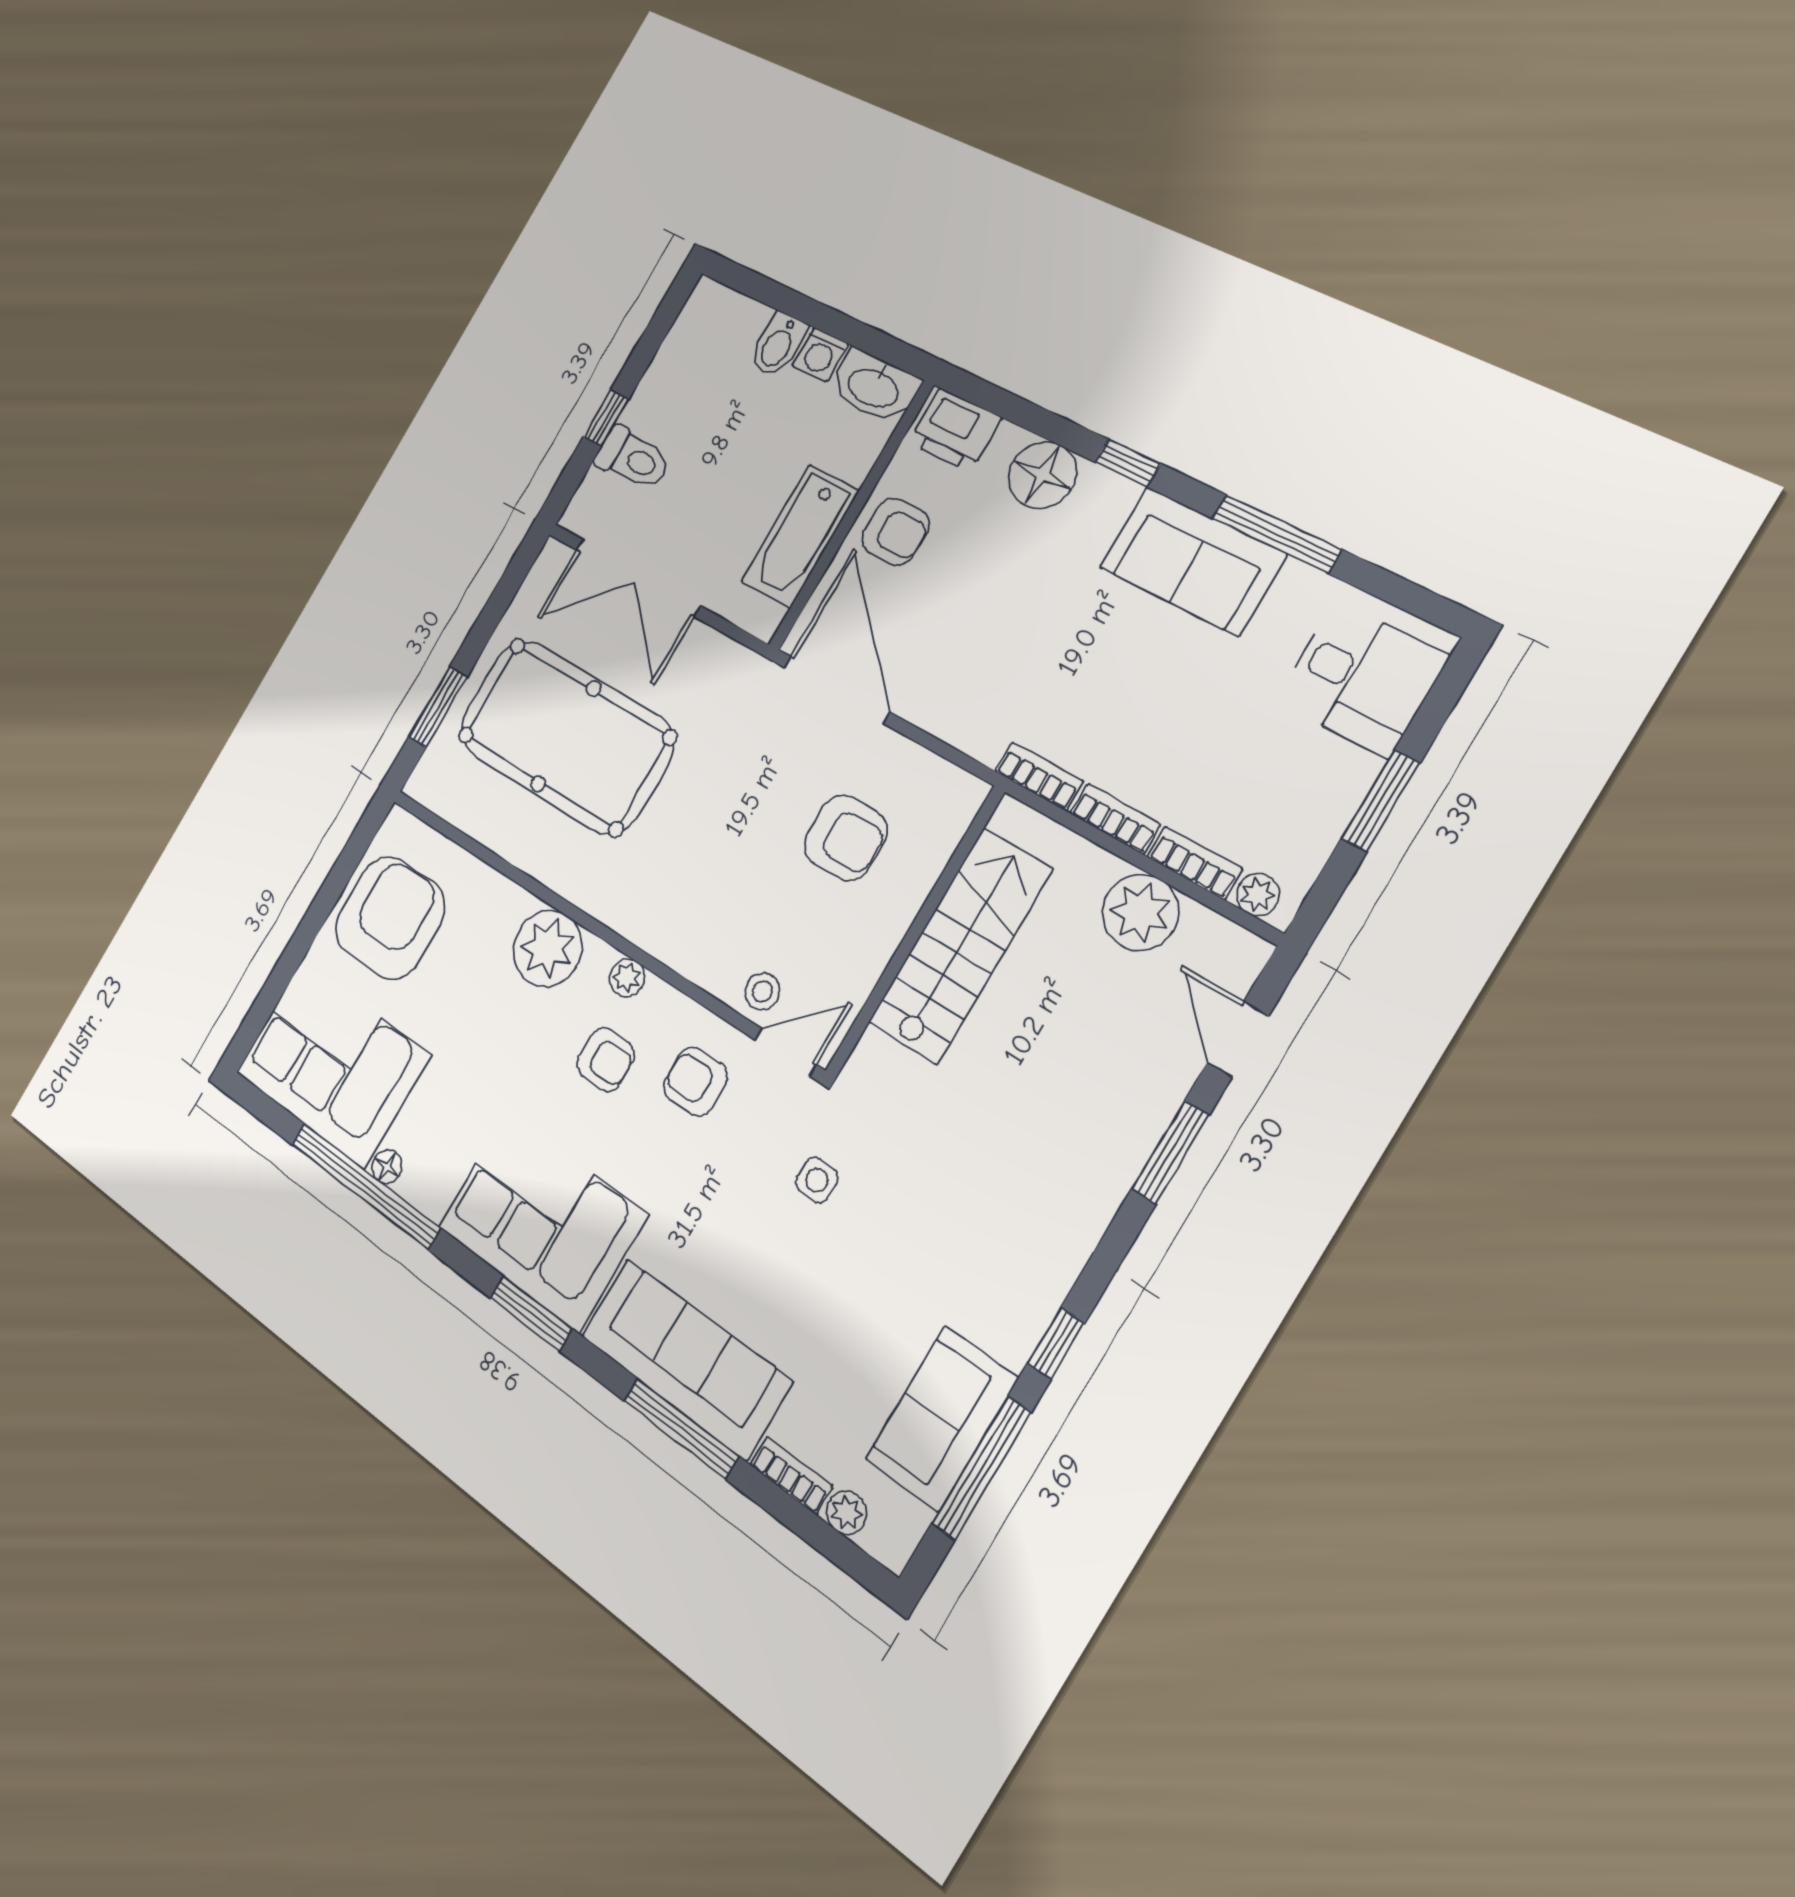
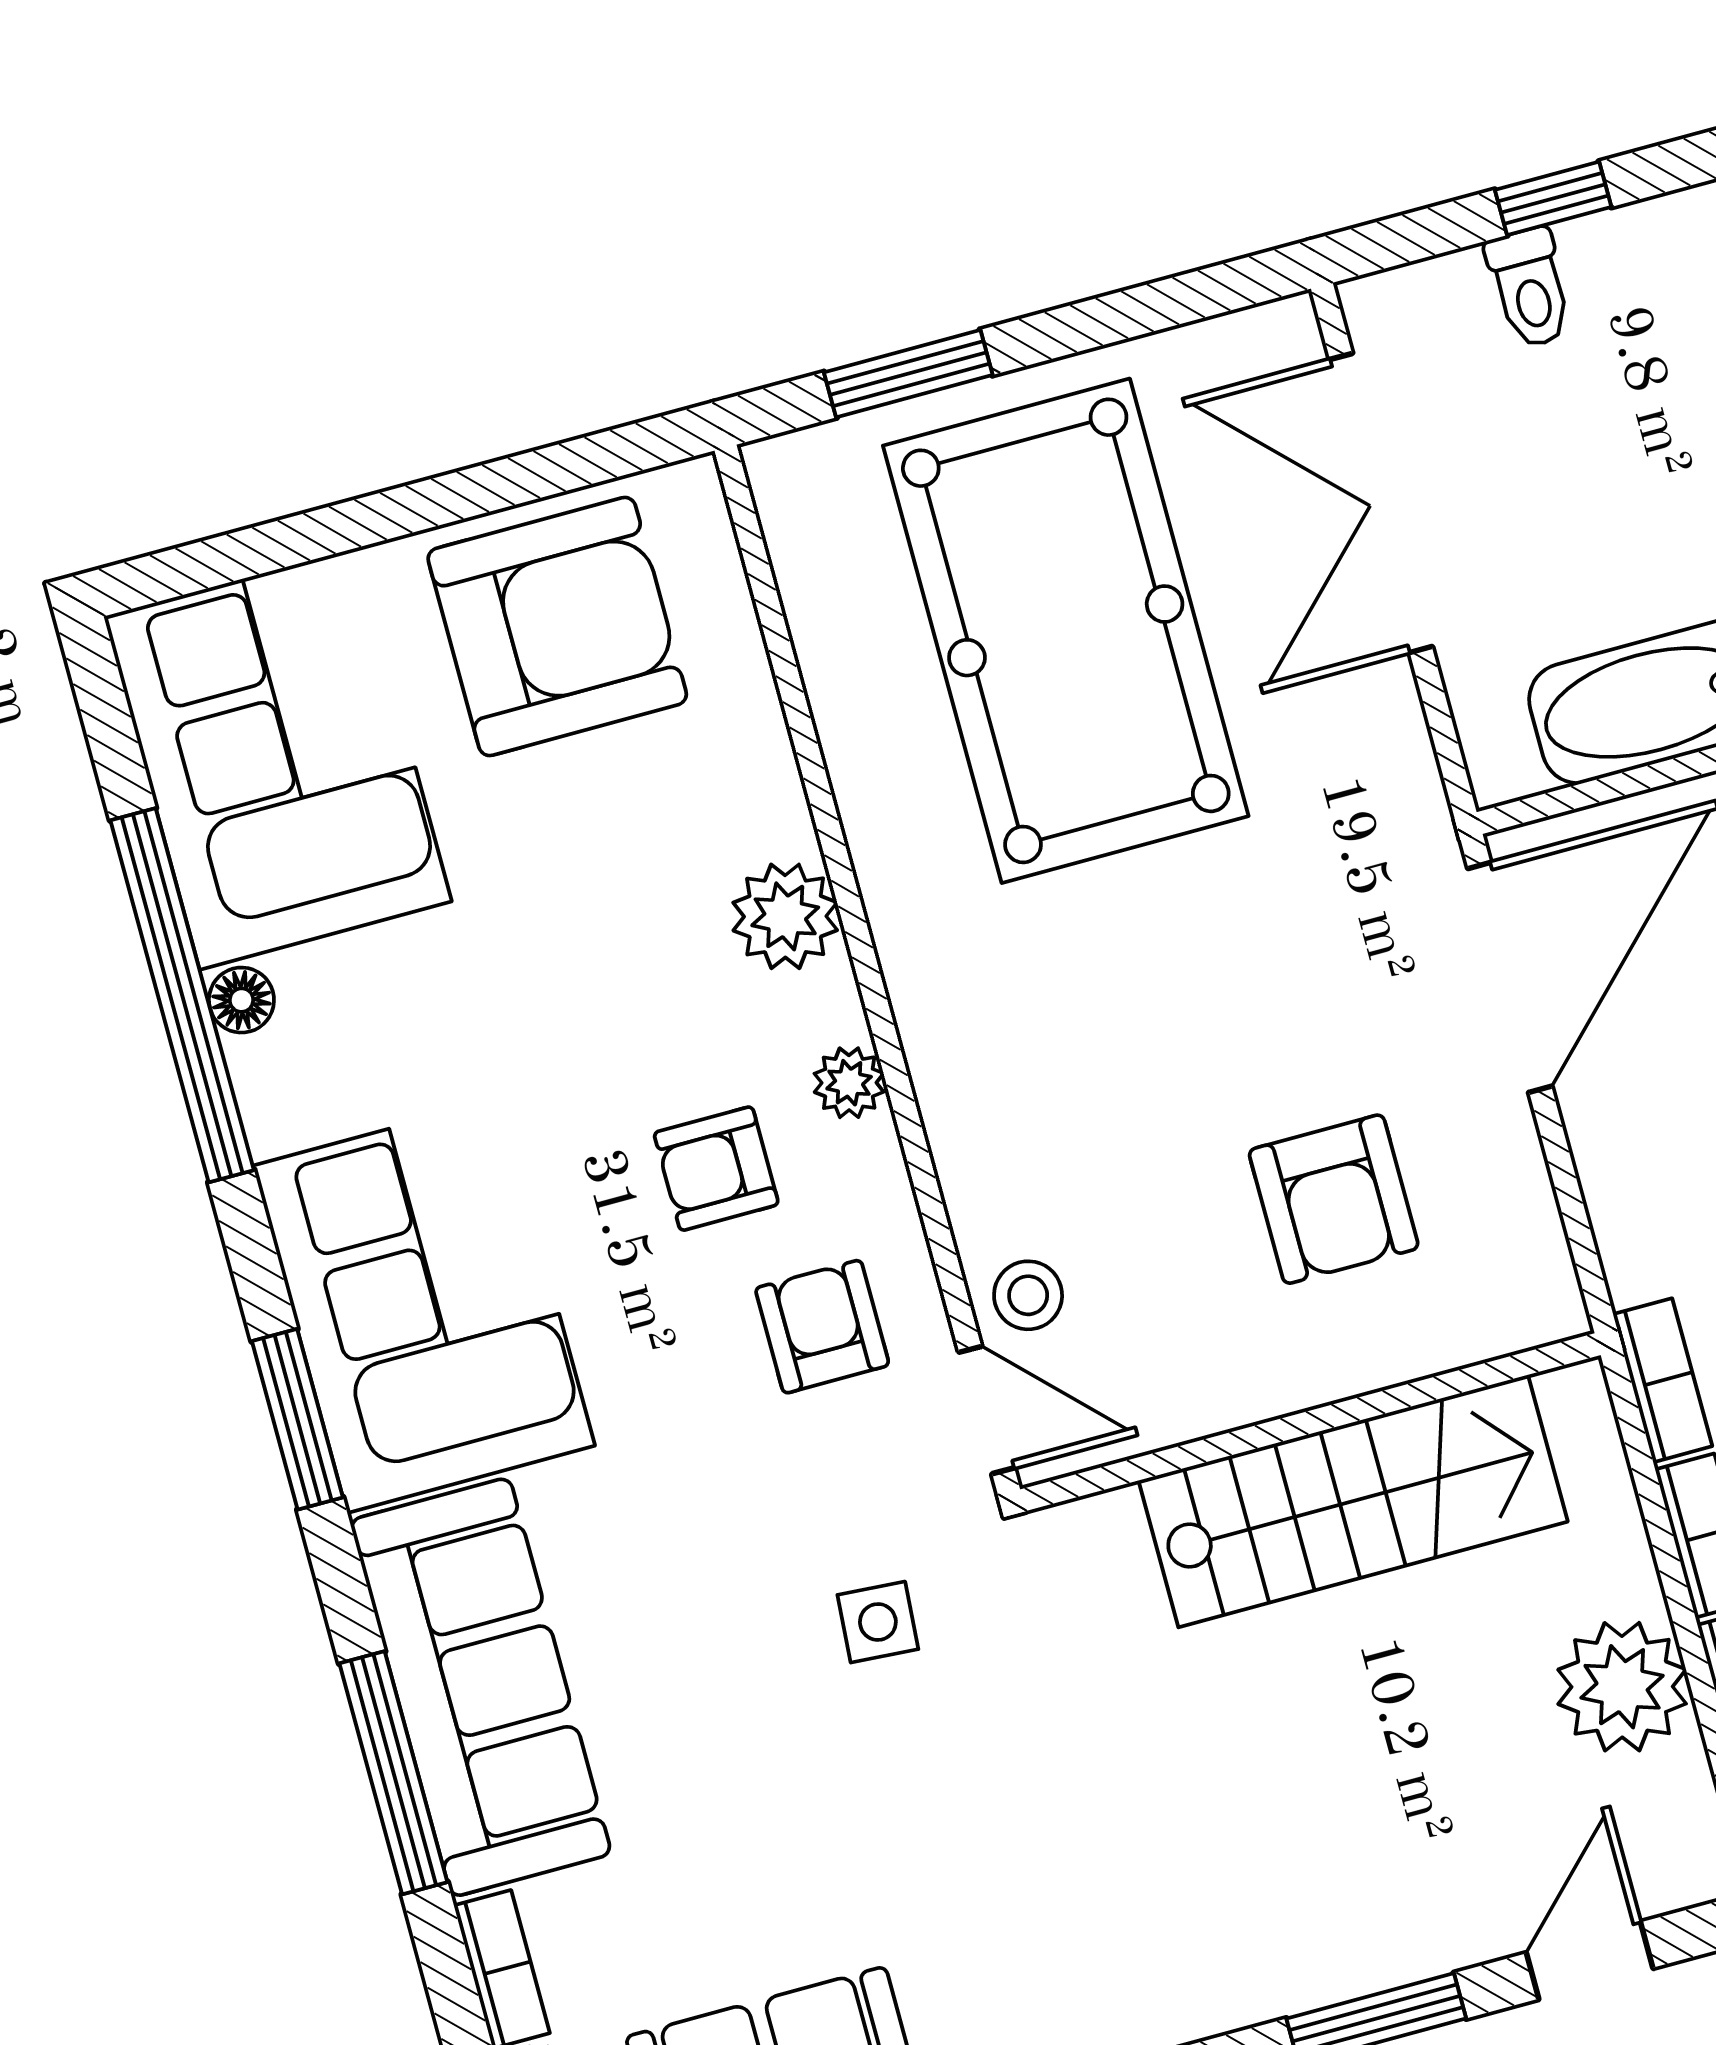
toilet: (633, 459) -> (1530, 288), width x0.73, depth x0.72
plant: (548, 948) -> (785, 916), width x0.73, depth x0.73
armchair: (606, 1059) -> (716, 1169), turned 90

